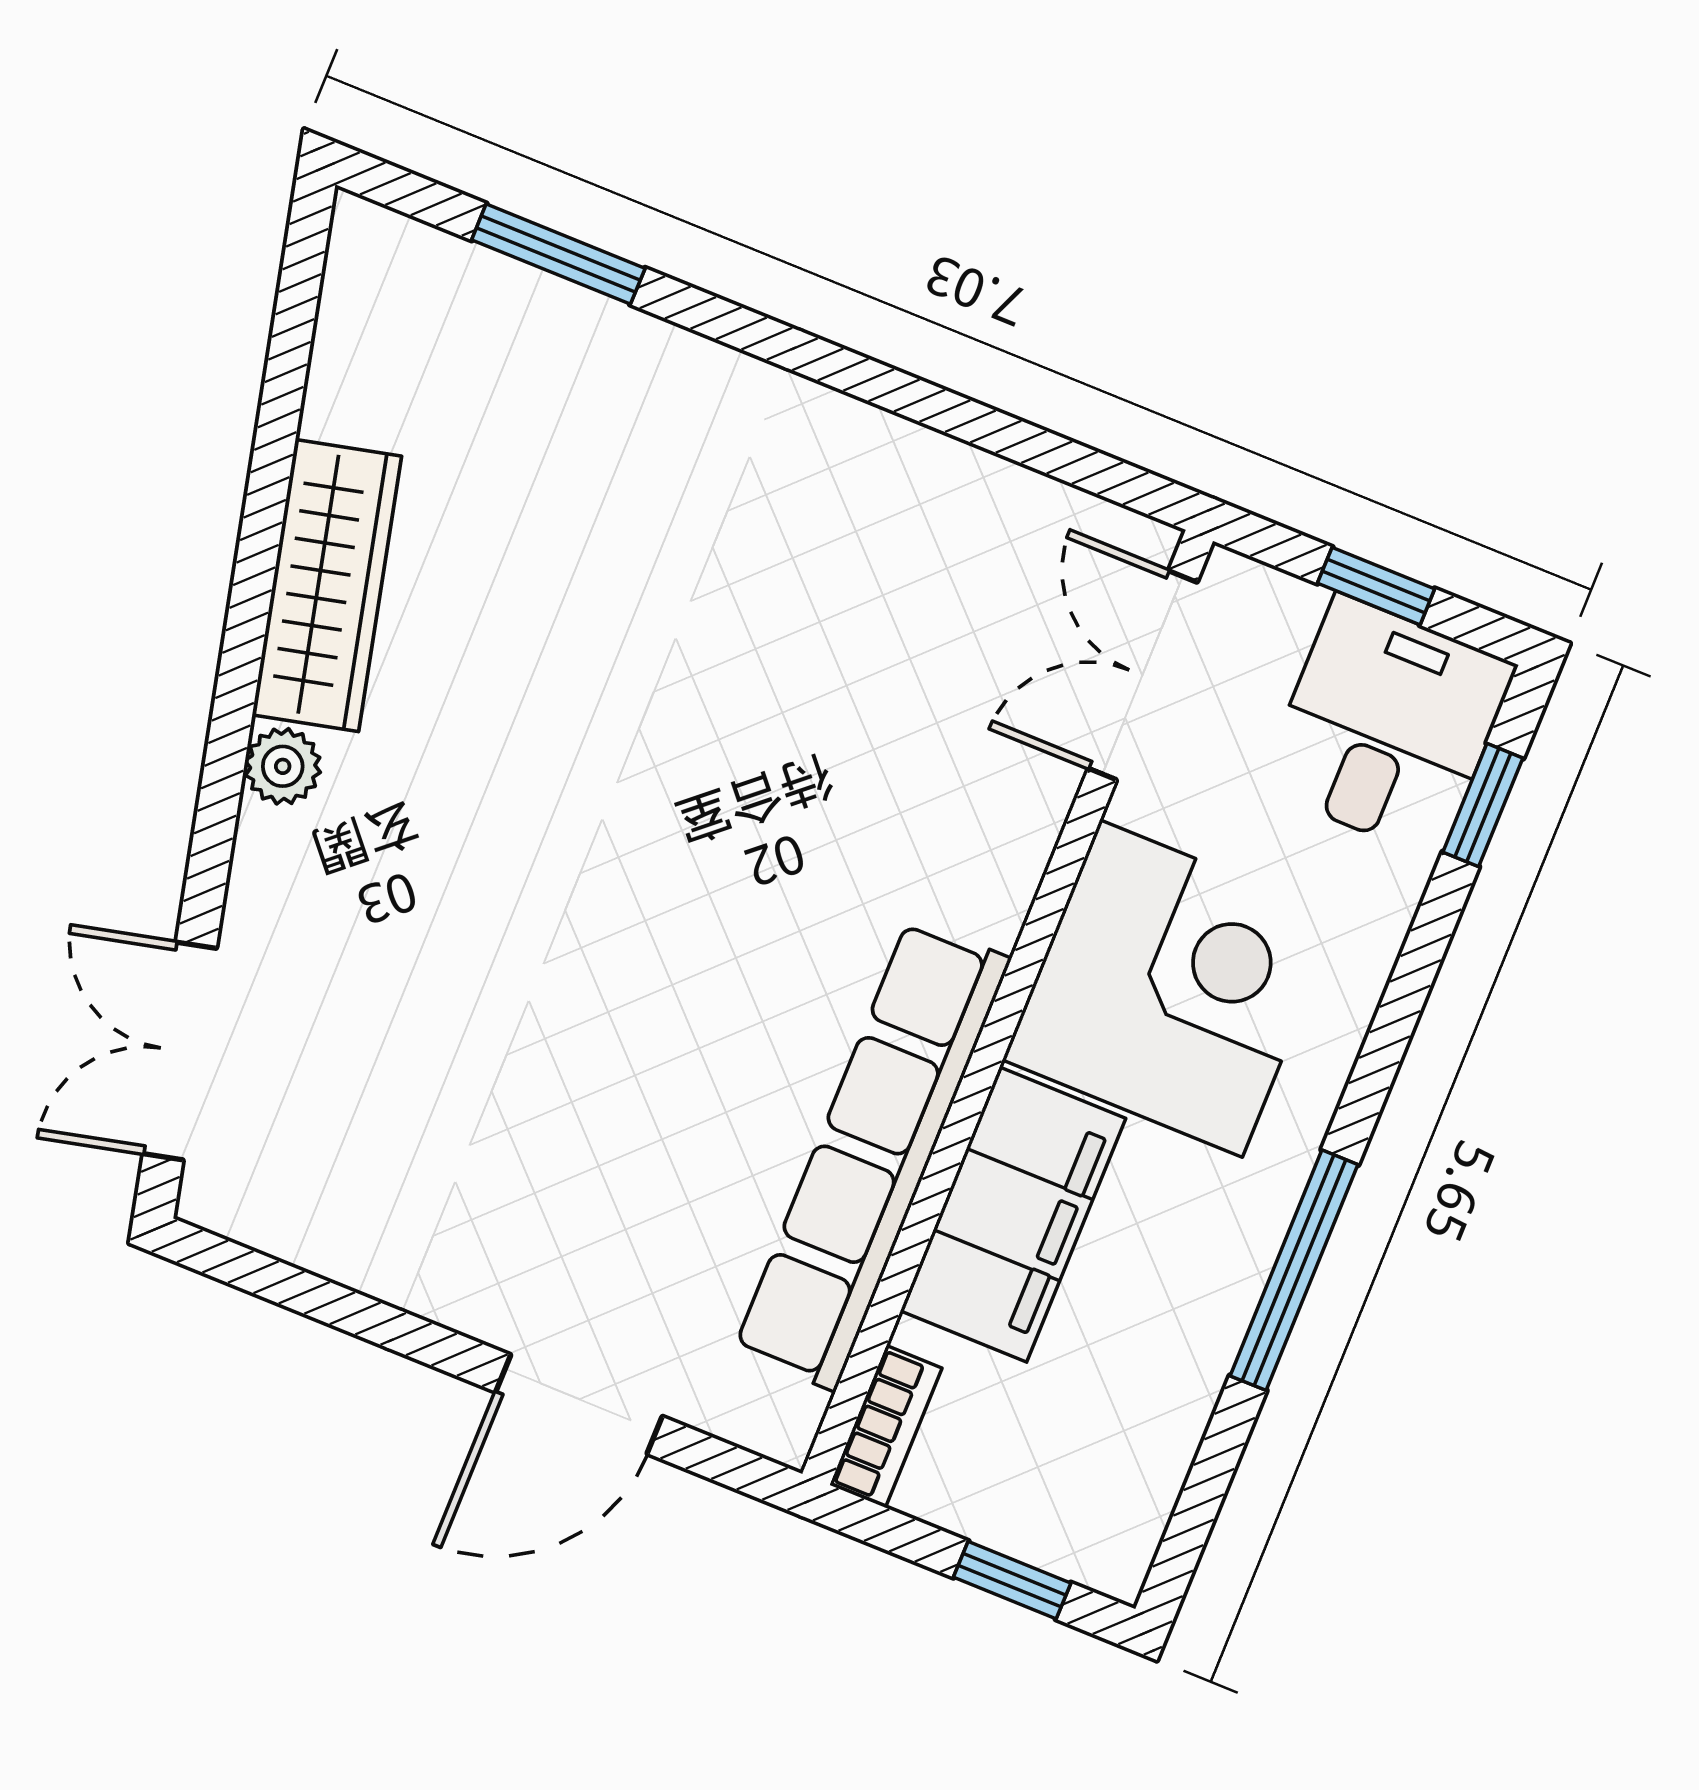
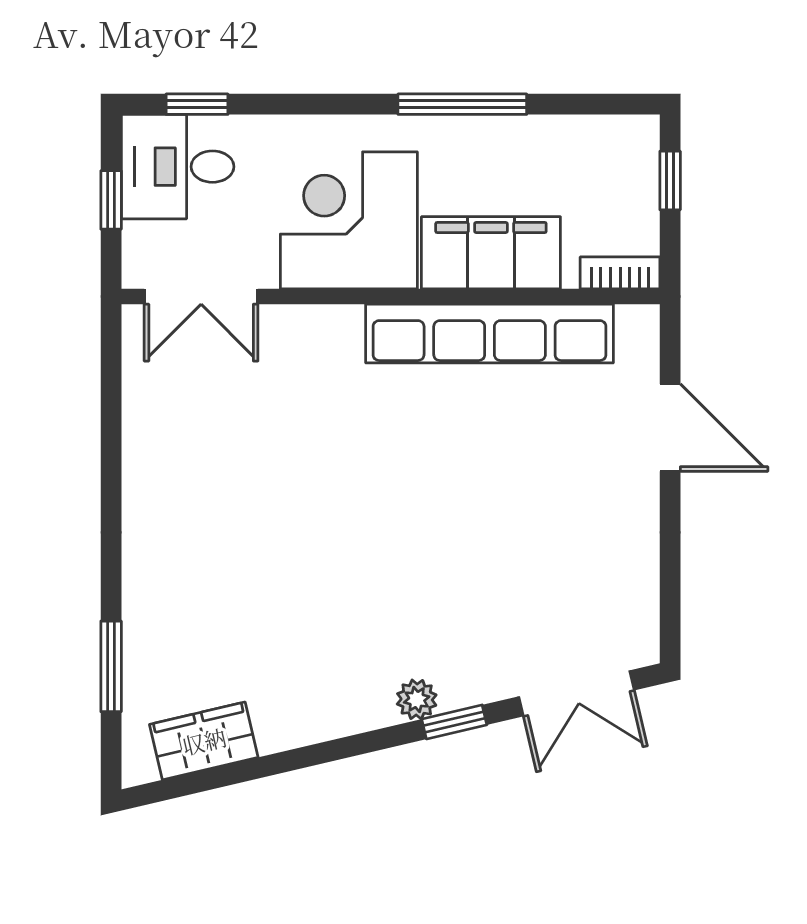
wardrobe: (327, 586) -> (204, 741), moved, width x0.67
window: (216, 816) -> (454, 722), added

